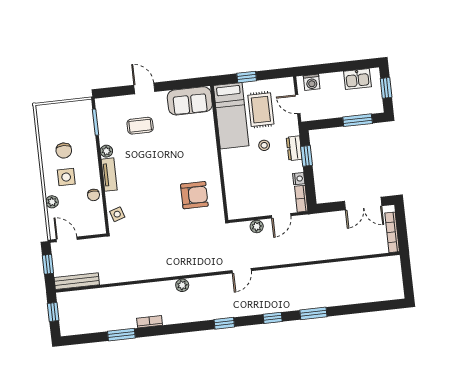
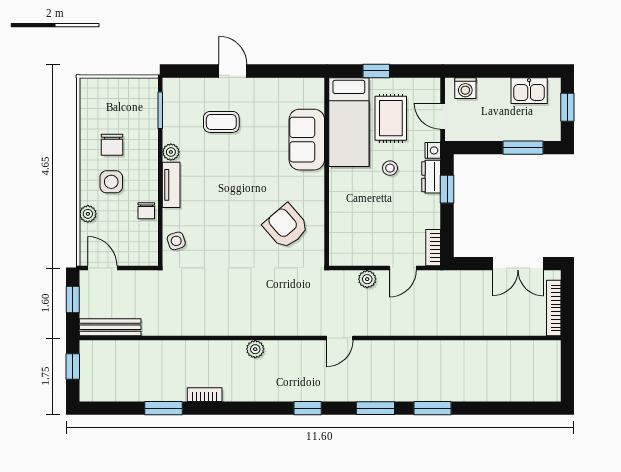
sofa: (190, 101) -> (307, 140), moved, turned 90
nightstand: (299, 179) -> (433, 150), moved
armchair: (194, 195) -> (286, 226), turned -131
window: (273, 318) -> (375, 408), width x1.50

